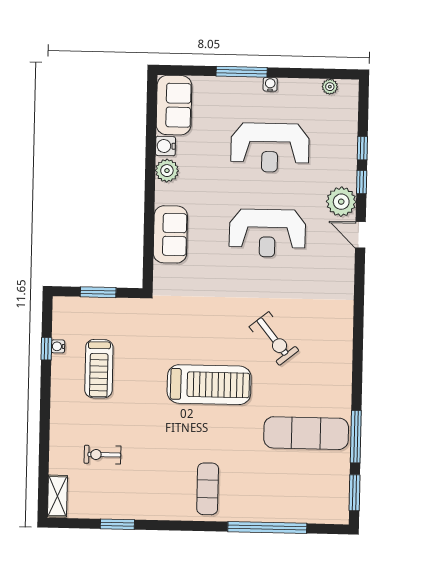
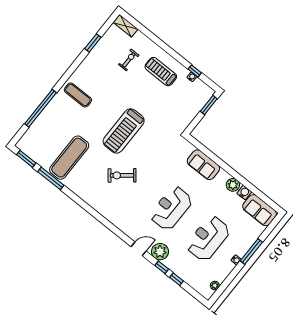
window: (98, 292) -> (209, 105), moved
treadmill: (99, 369) -> (161, 72), moved

